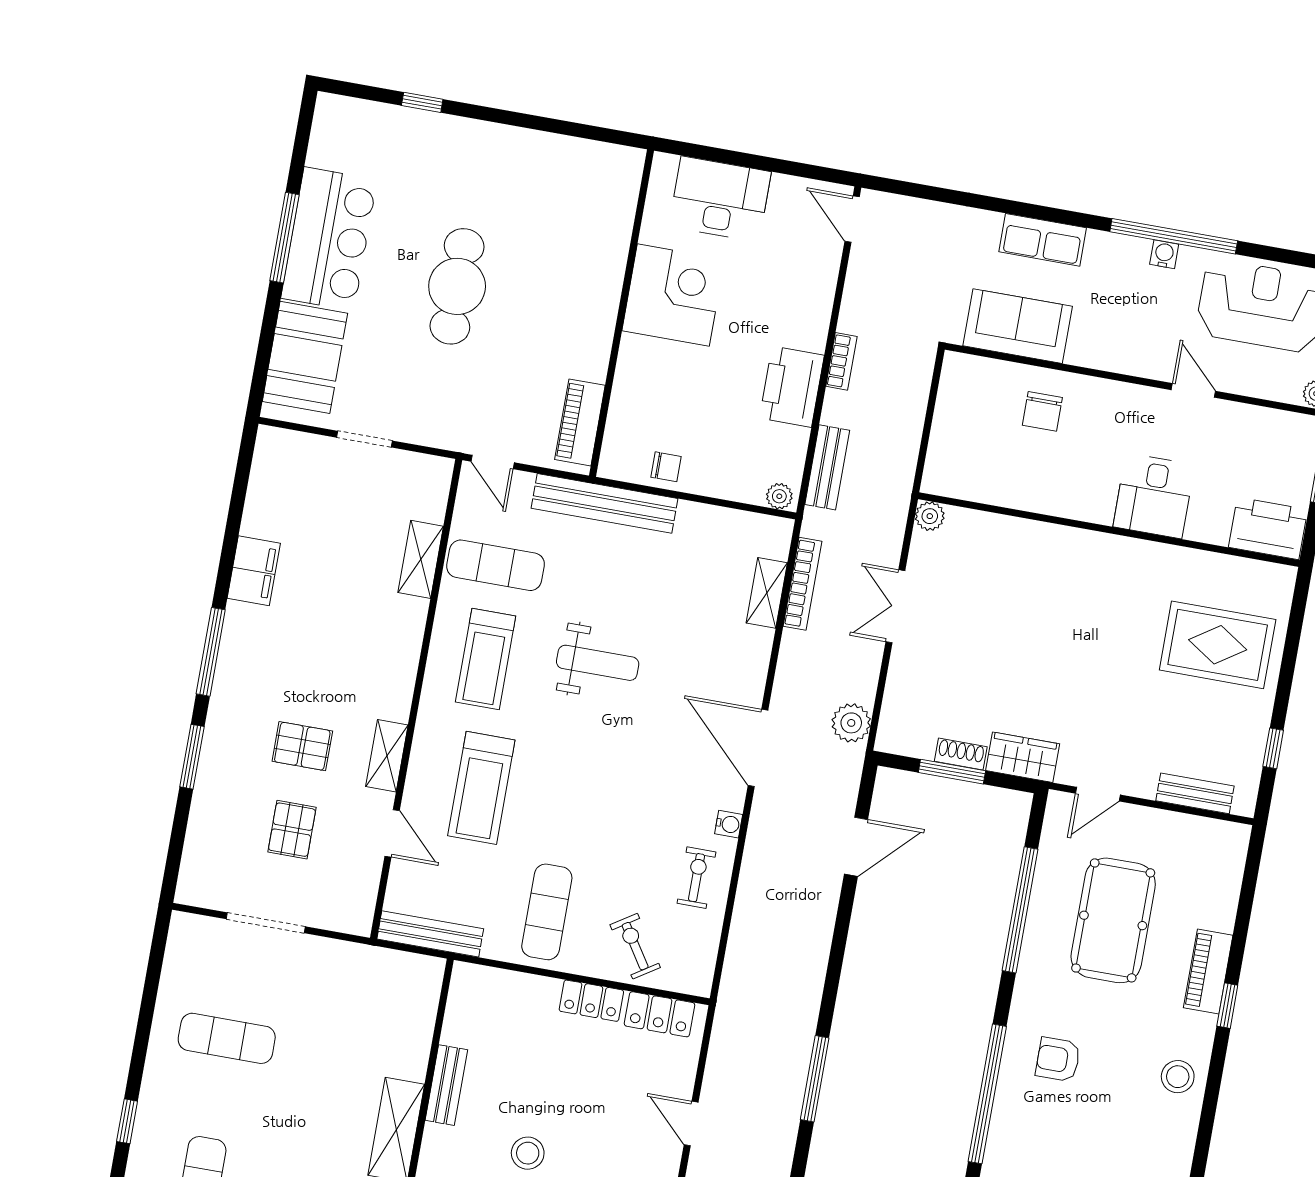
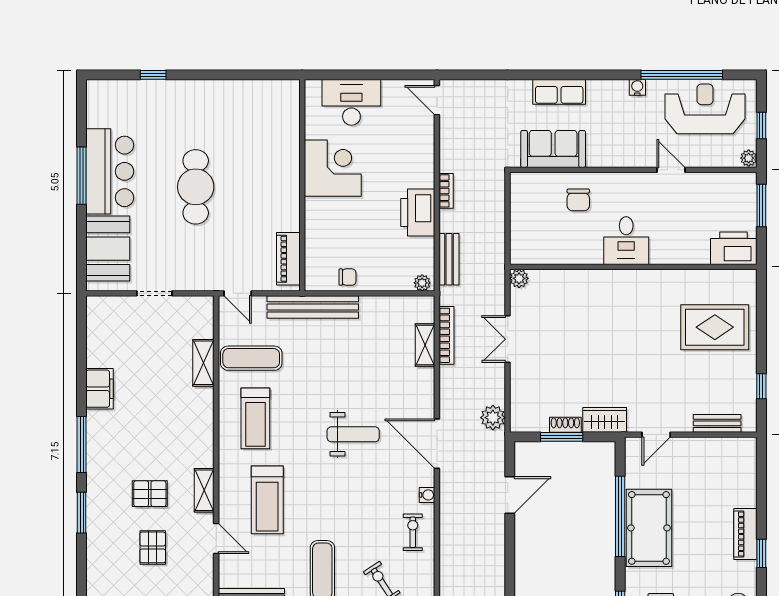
window: (1174, 236) -> (682, 75), moved
desk: (1154, 496) -> (626, 241), moved
weight bench: (598, 663) -> (353, 434), moved
pool table: (1113, 920) -> (649, 528), moved

